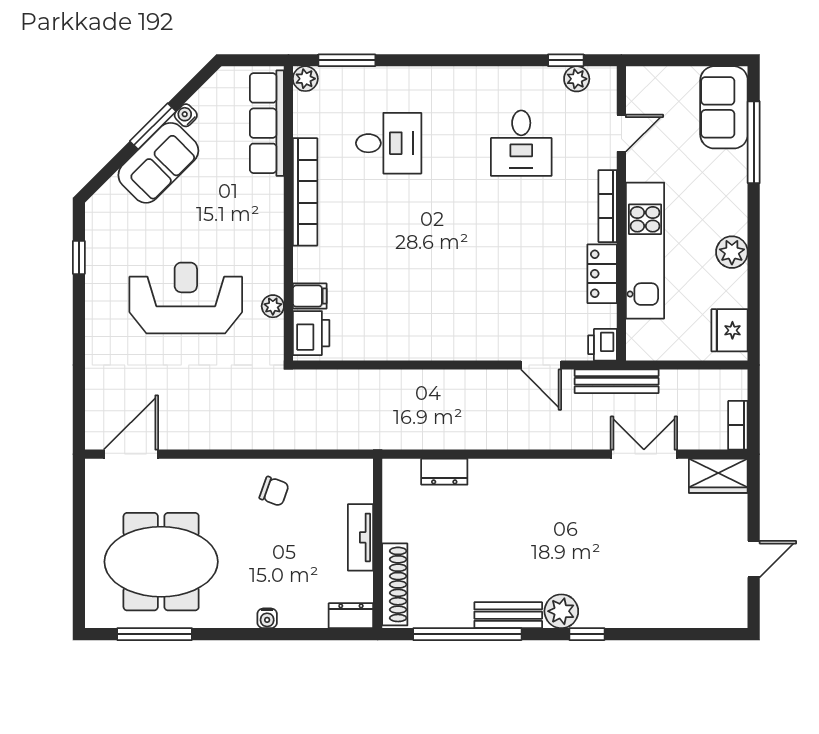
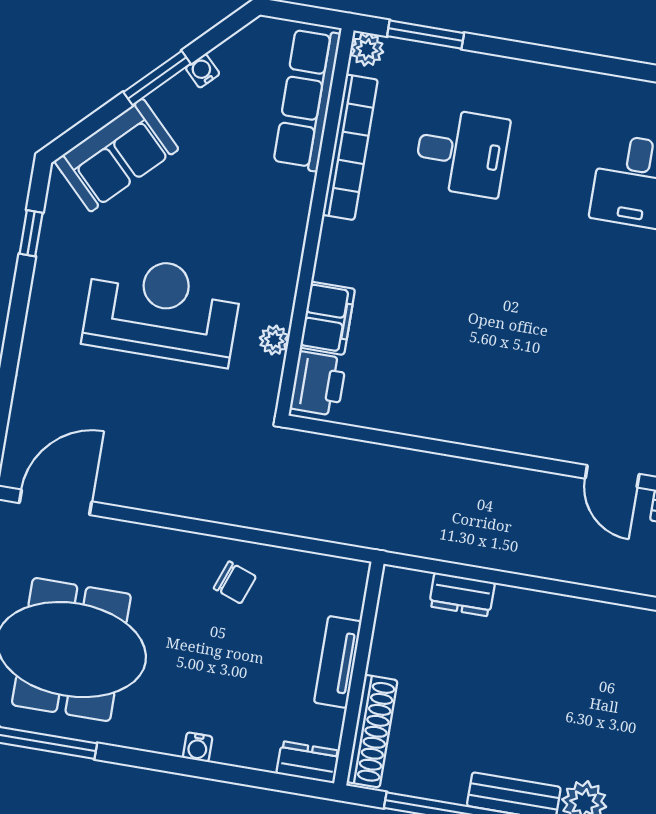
sofa: (158, 163) -> (117, 155), moved
bookcase: (305, 192) -> (350, 147), moved
filing cabinet: (310, 296) -> (328, 318), width x2.00

